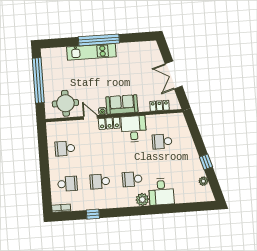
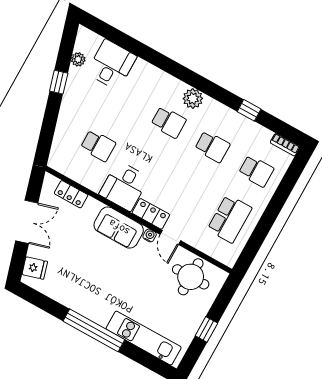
kitchen unit: (91, 52) -> (144, 338), moved
fridge: (153, 53) -> (35, 268), added
window: (38, 80) -> (206, 329), width x0.32
school desk: (65, 149) -> (230, 219), width x1.85
school desk: (67, 184) -> (256, 171), turned 180
desk: (161, 192) -> (112, 65), moved
plant: (142, 200) -> (193, 98), moved

